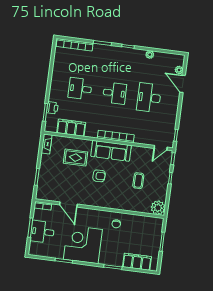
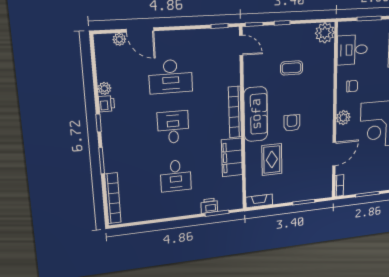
printer: (140, 54) -> (107, 104), added
door: (183, 84) -> (140, 30), hinge flipped
filing cabinet: (71, 128) -> (232, 157), moved
plant: (94, 215) -> (343, 118), added
desk: (42, 232) -> (352, 50), moved, turned 90

